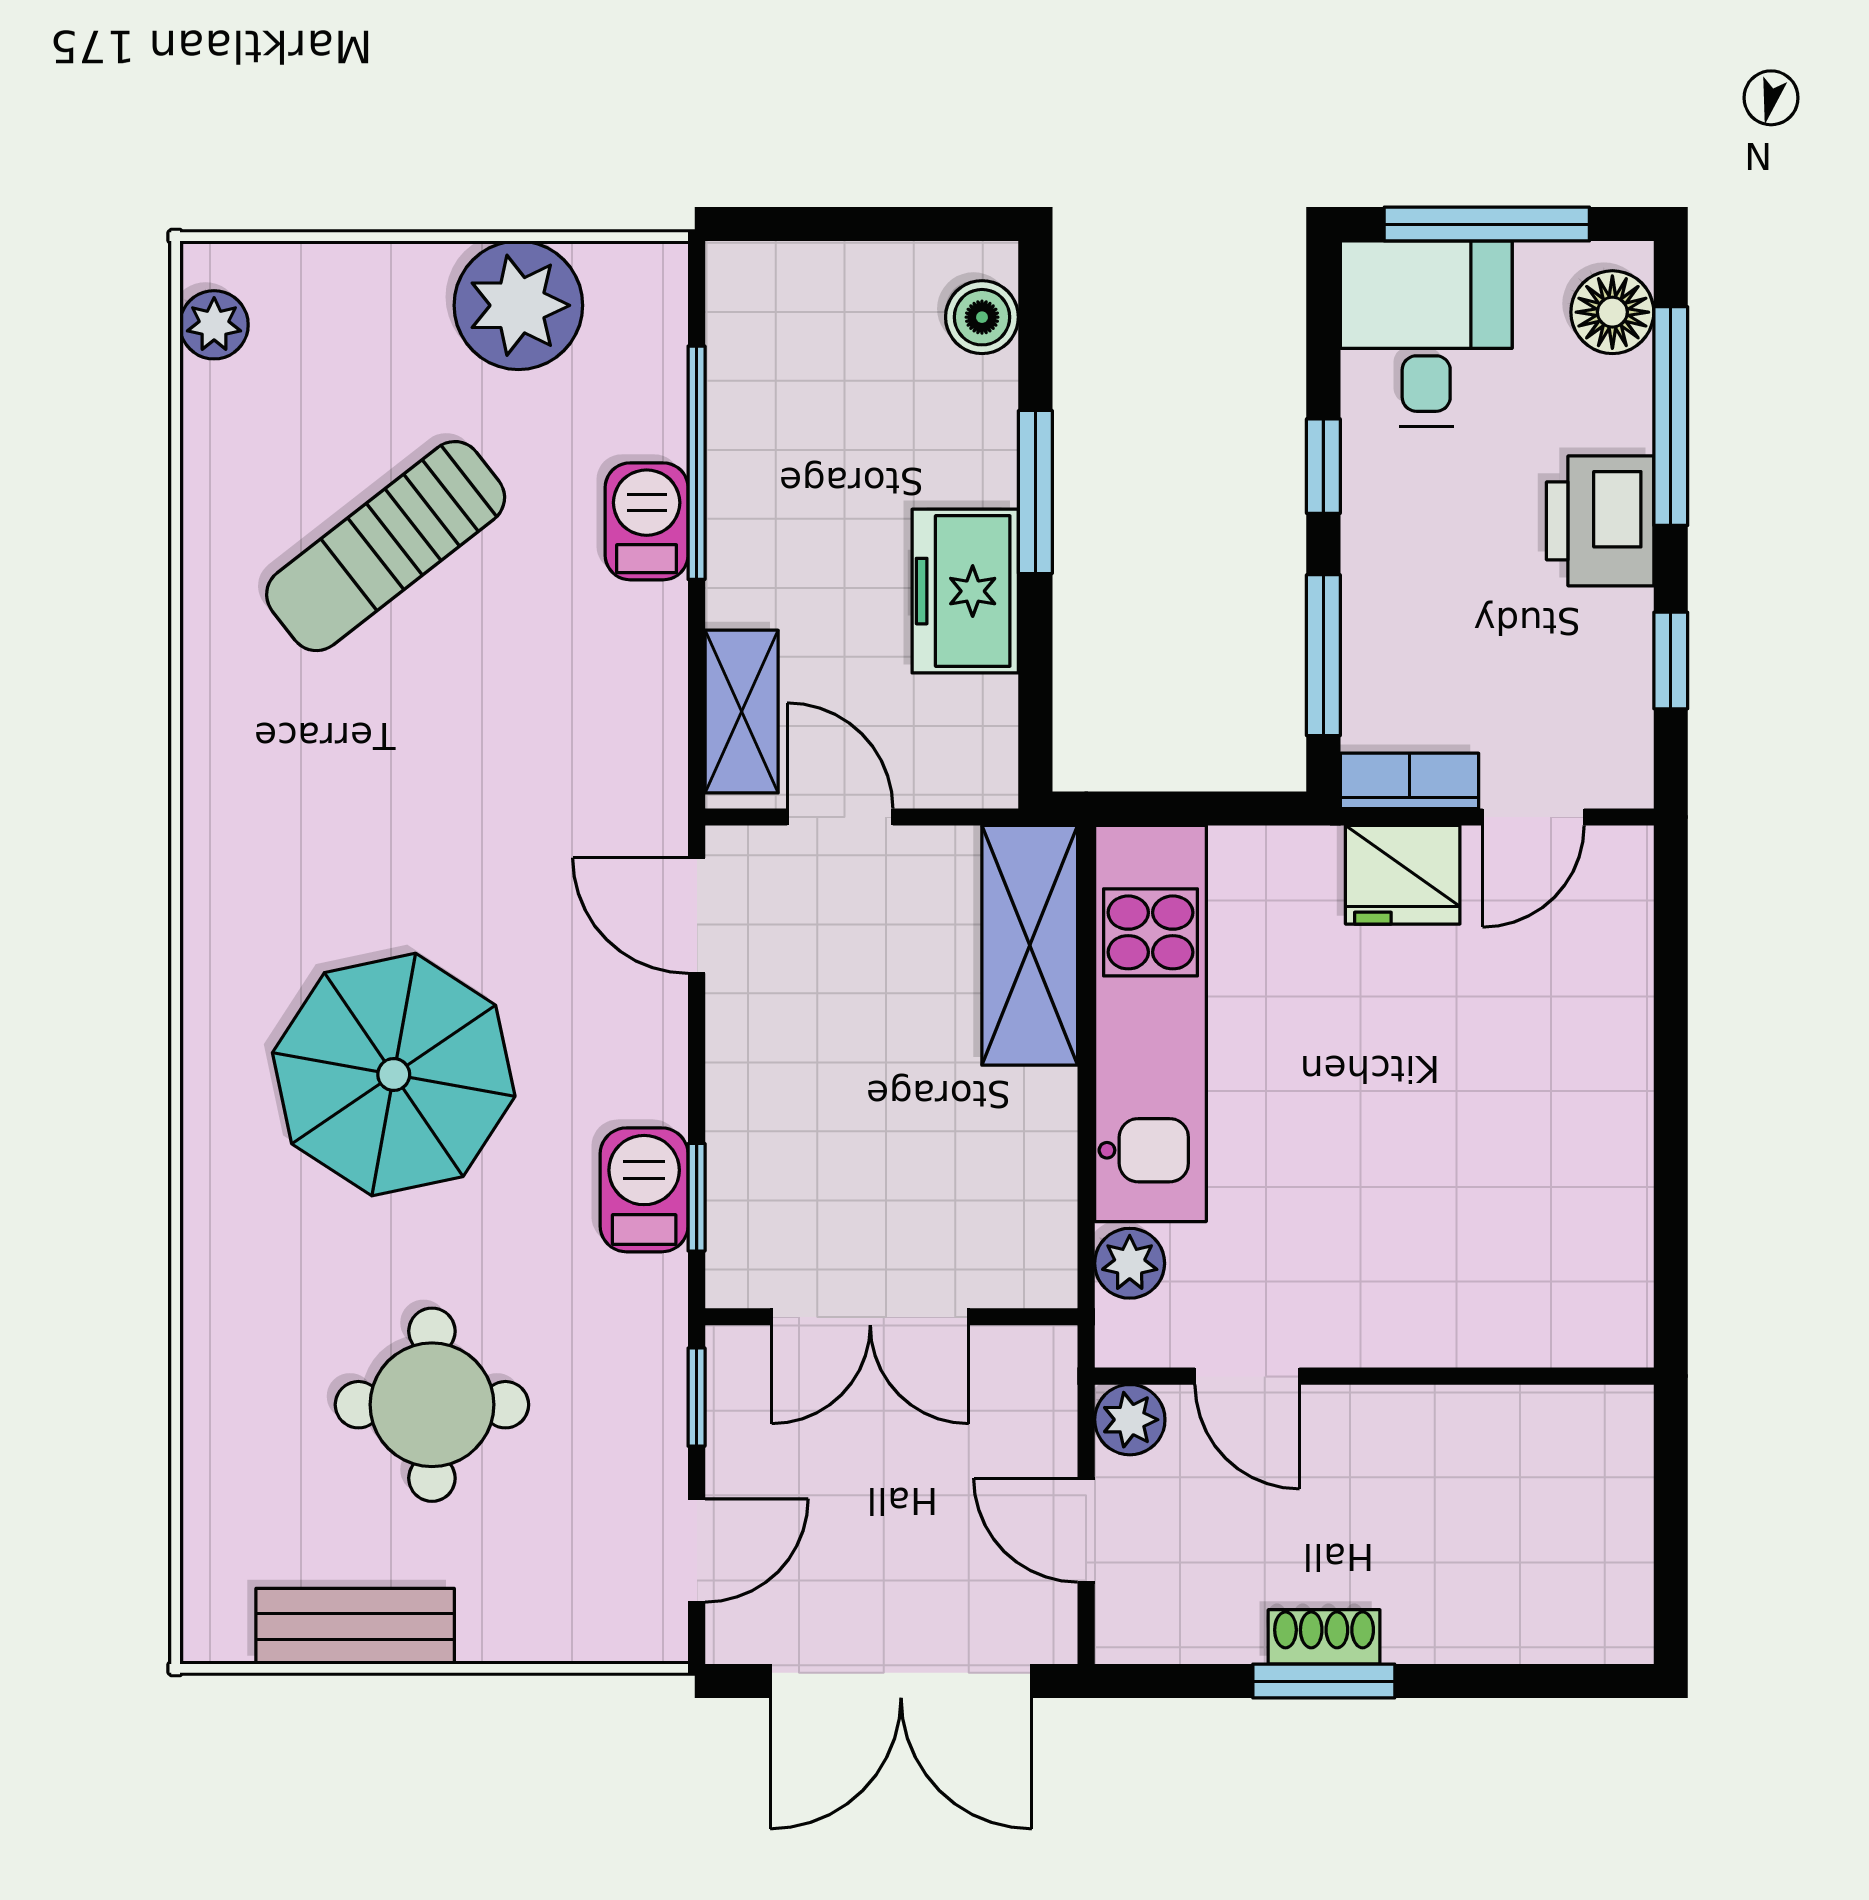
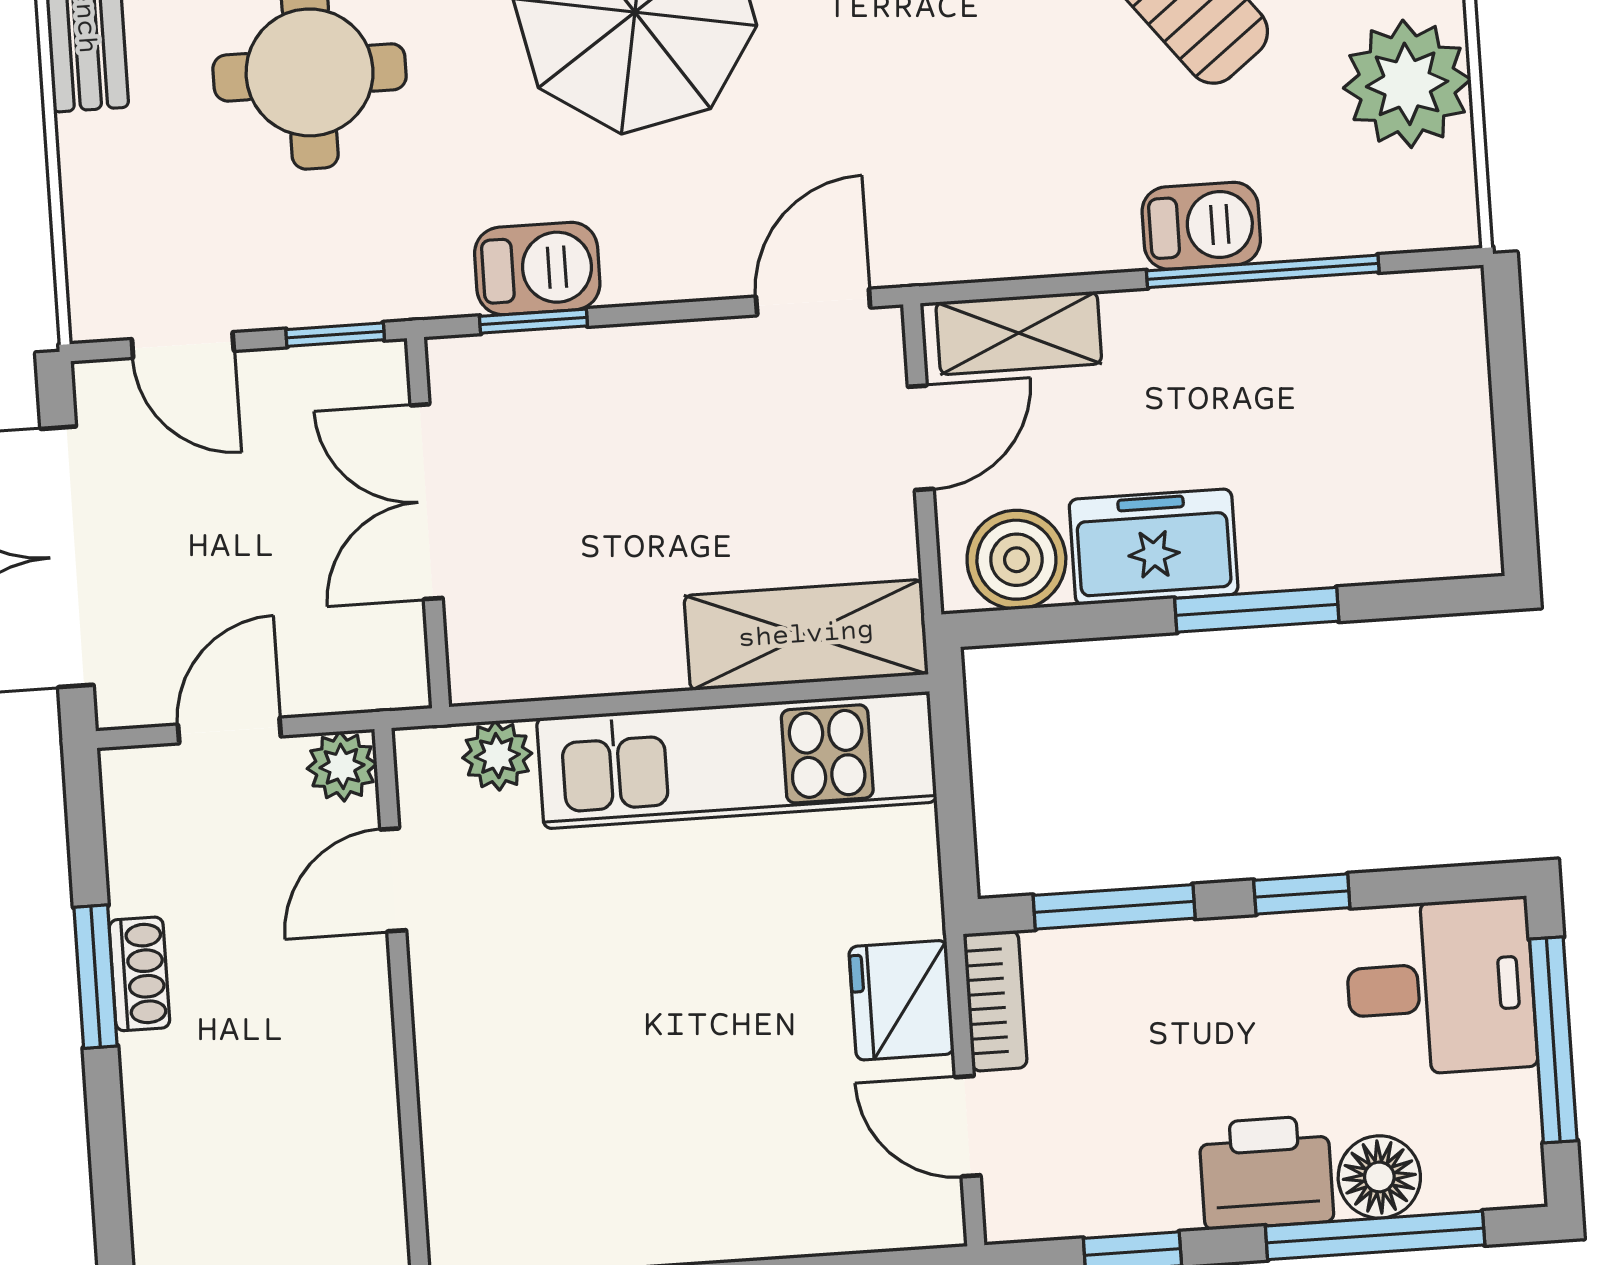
floor lamp: (1612, 312) -> (1379, 1177), moved
boiler: (982, 317) -> (1016, 560), moved, width x1.36, depth x1.36

